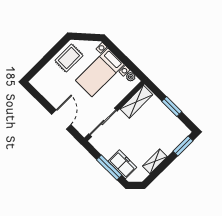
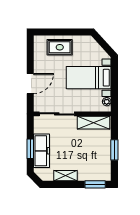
rug: (69, 58) -> (60, 47), moved
freezer: (122, 164) -> (41, 151), width x1.40
window: (109, 168) -> (30, 149), width x0.69

